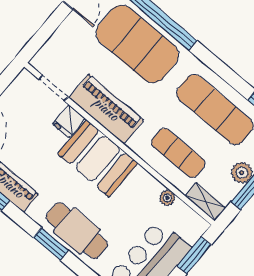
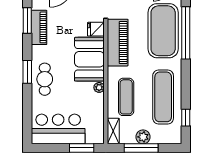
plant: (167, 198) -> (99, 87), moved
cafe table: (77, 231) -> (45, 79), width x0.73, depth x0.74

